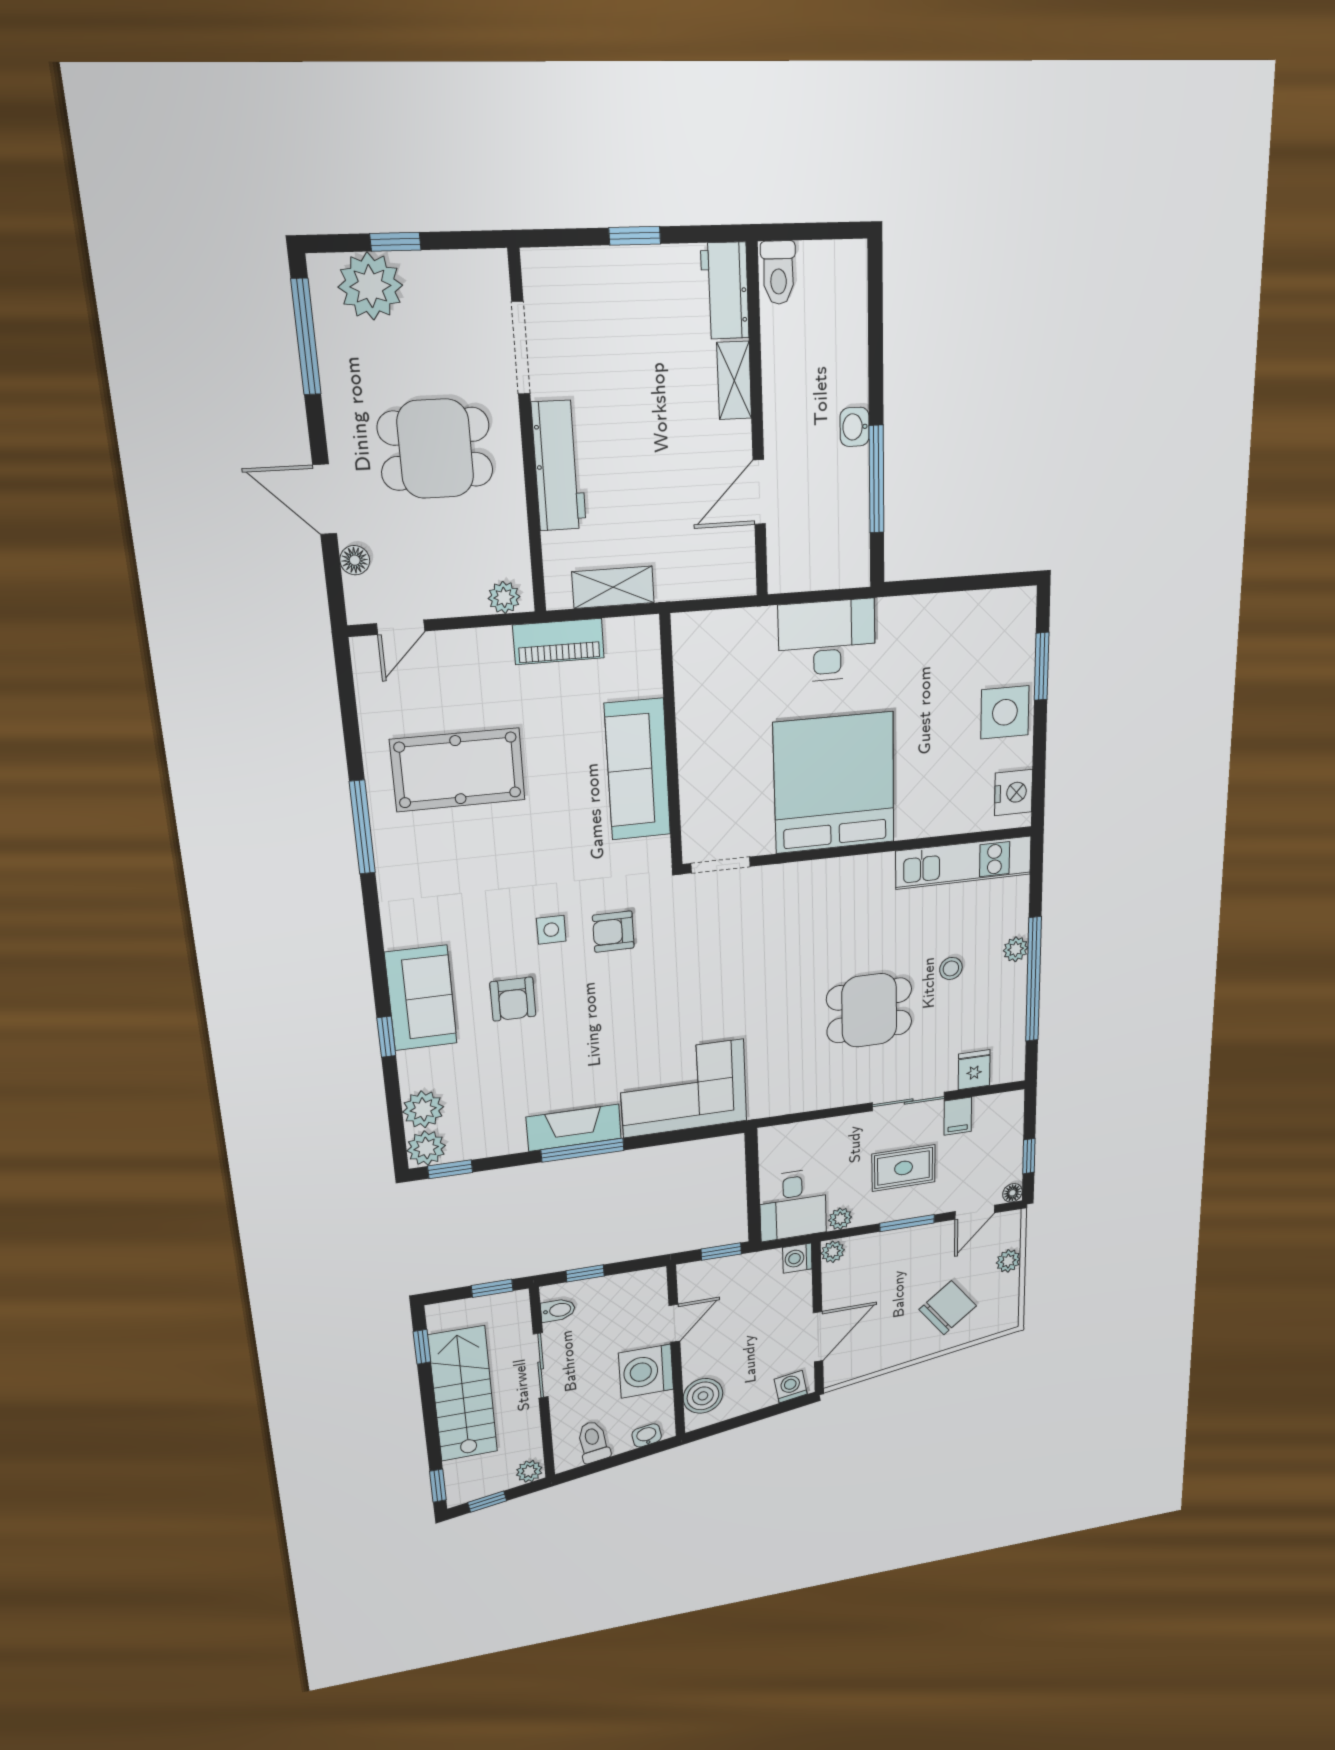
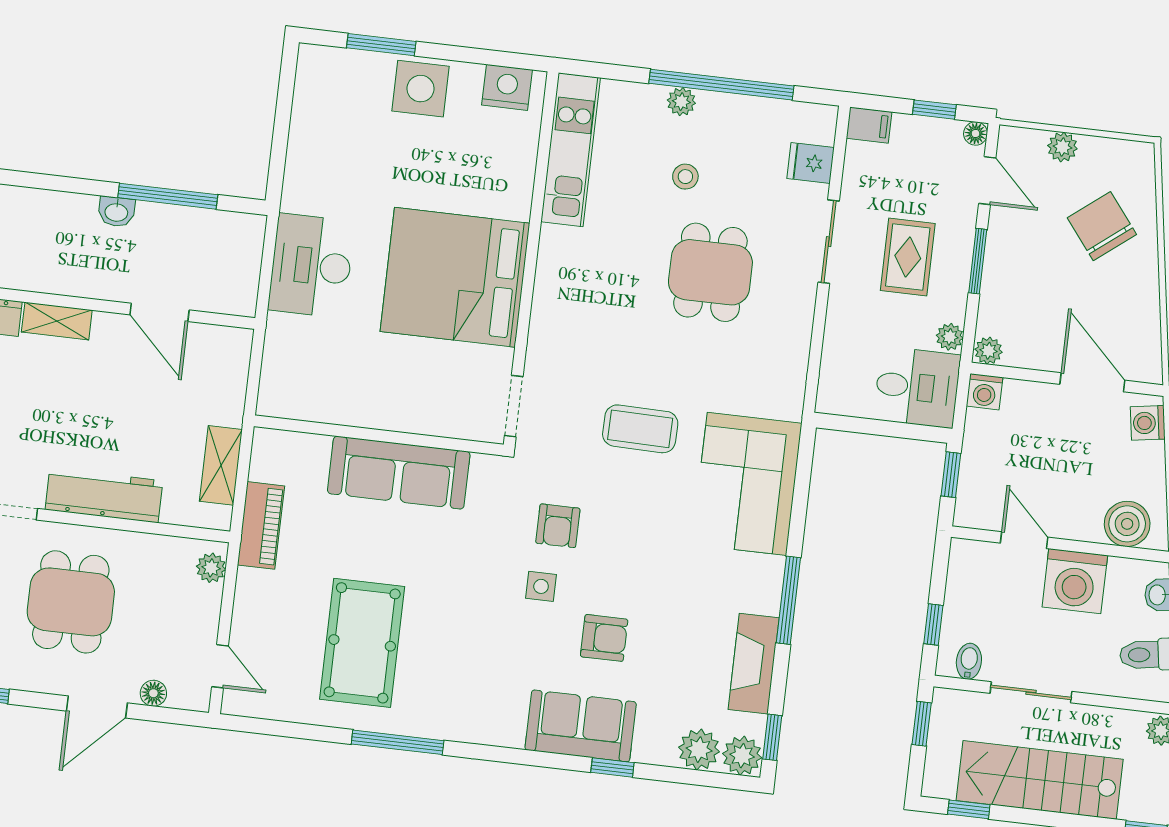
coffee table: (718, 984) -> (640, 429), added
filing cabinet: (958, 1116) -> (869, 125), moved
fireplace: (574, 1128) -> (754, 664), moved

